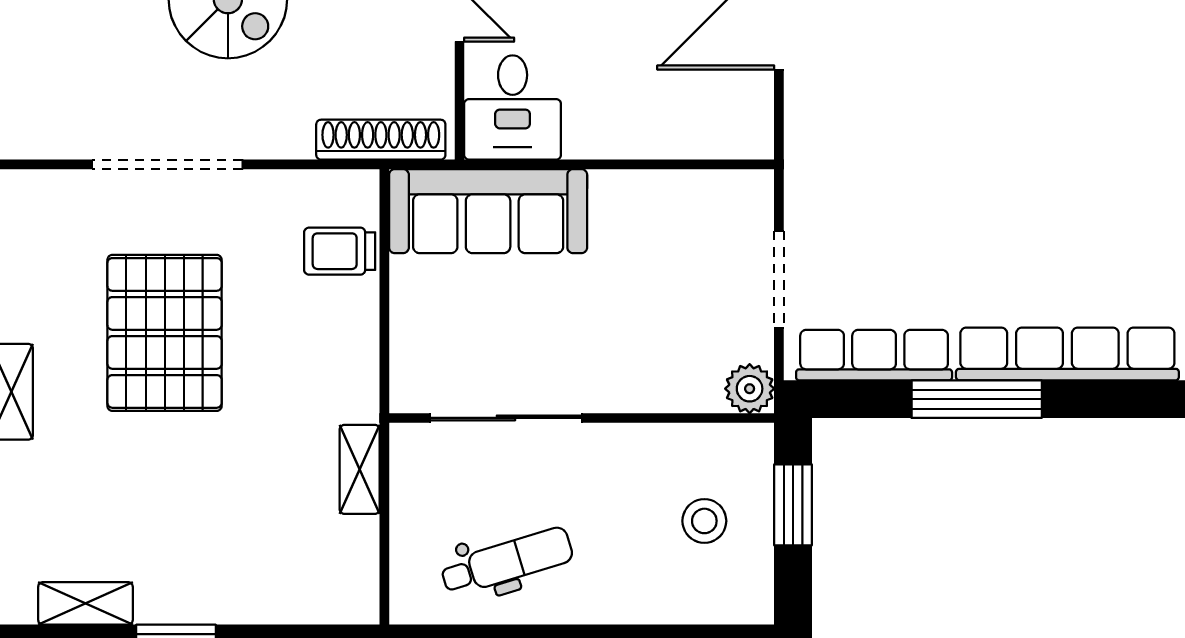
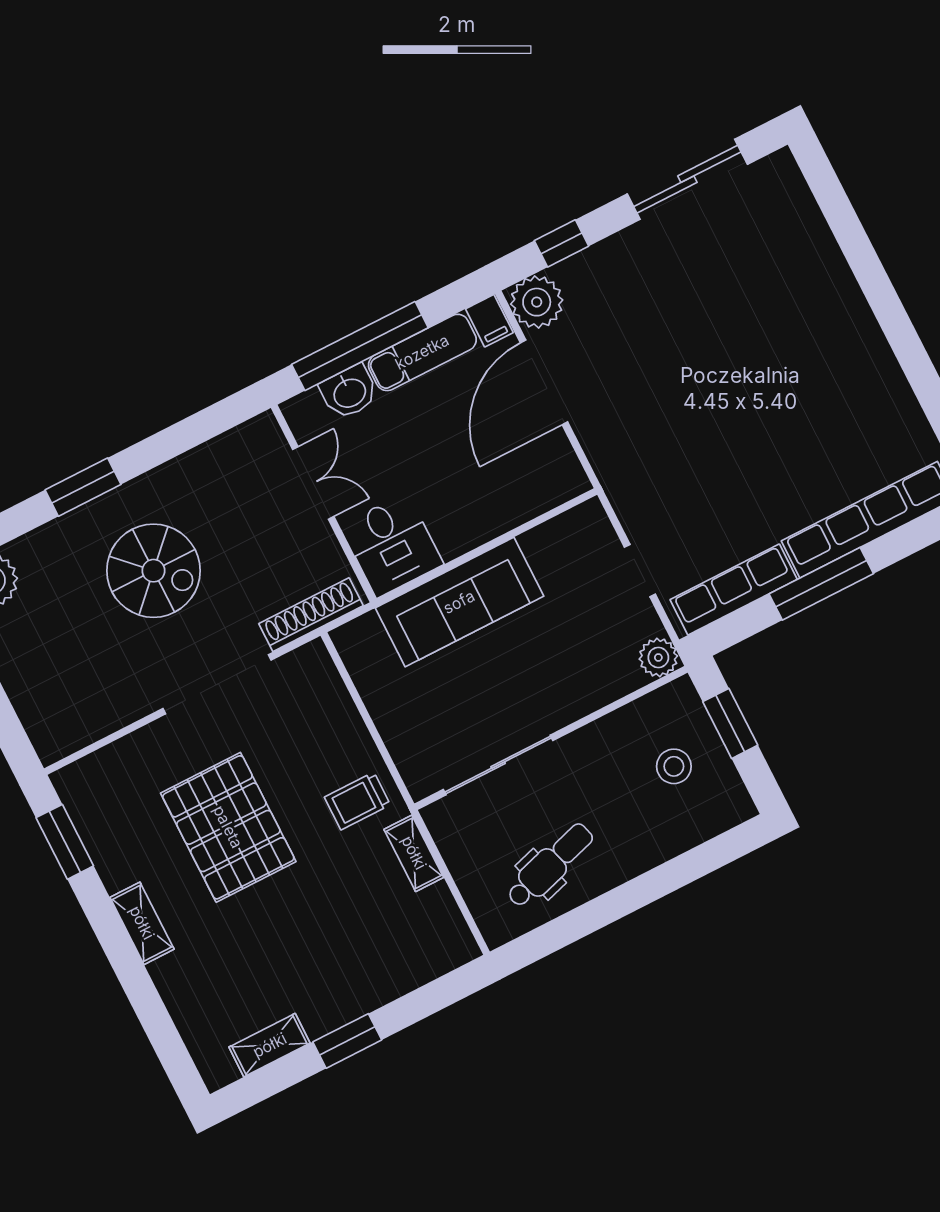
doorway: (167, 164) -> (217, 684), moved
sofa: (488, 211) -> (459, 602), moved
trolley: (340, 251) -> (357, 801), moved
doorway: (779, 280) -> (640, 571), width x0.73

